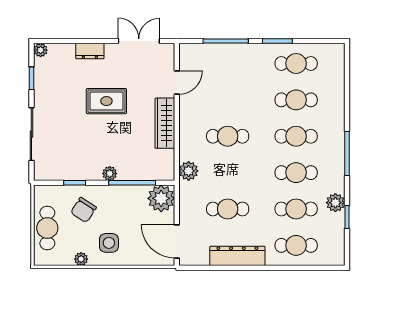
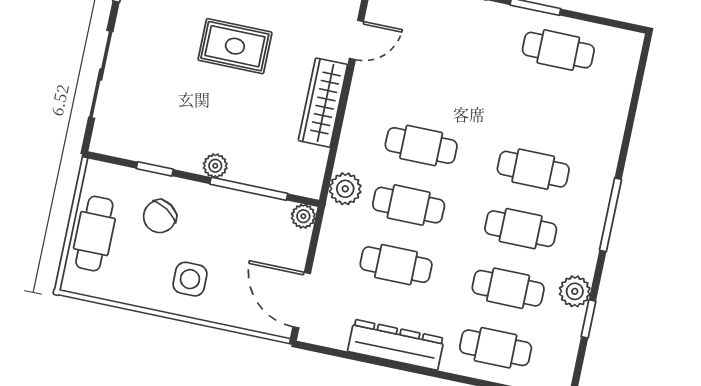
cafe table: (296, 100) -> (409, 205), moved
plant: (161, 198) -> (303, 216), width x0.53, depth x0.53
plant: (81, 259) -> (139, 296), removed

